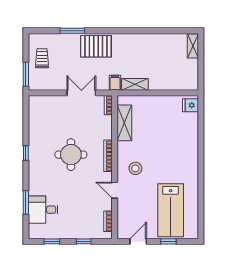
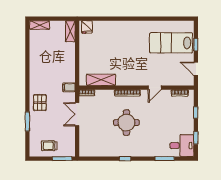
pallet: (96, 46) -> (40, 103), width x0.67, depth x0.71
shelving: (135, 84) -> (70, 31), moved
stool: (135, 168) -> (137, 71), removed
desk: (43, 210) -> (182, 146), moved, turned -90
lab bench: (171, 210) -> (171, 43), turned 180

